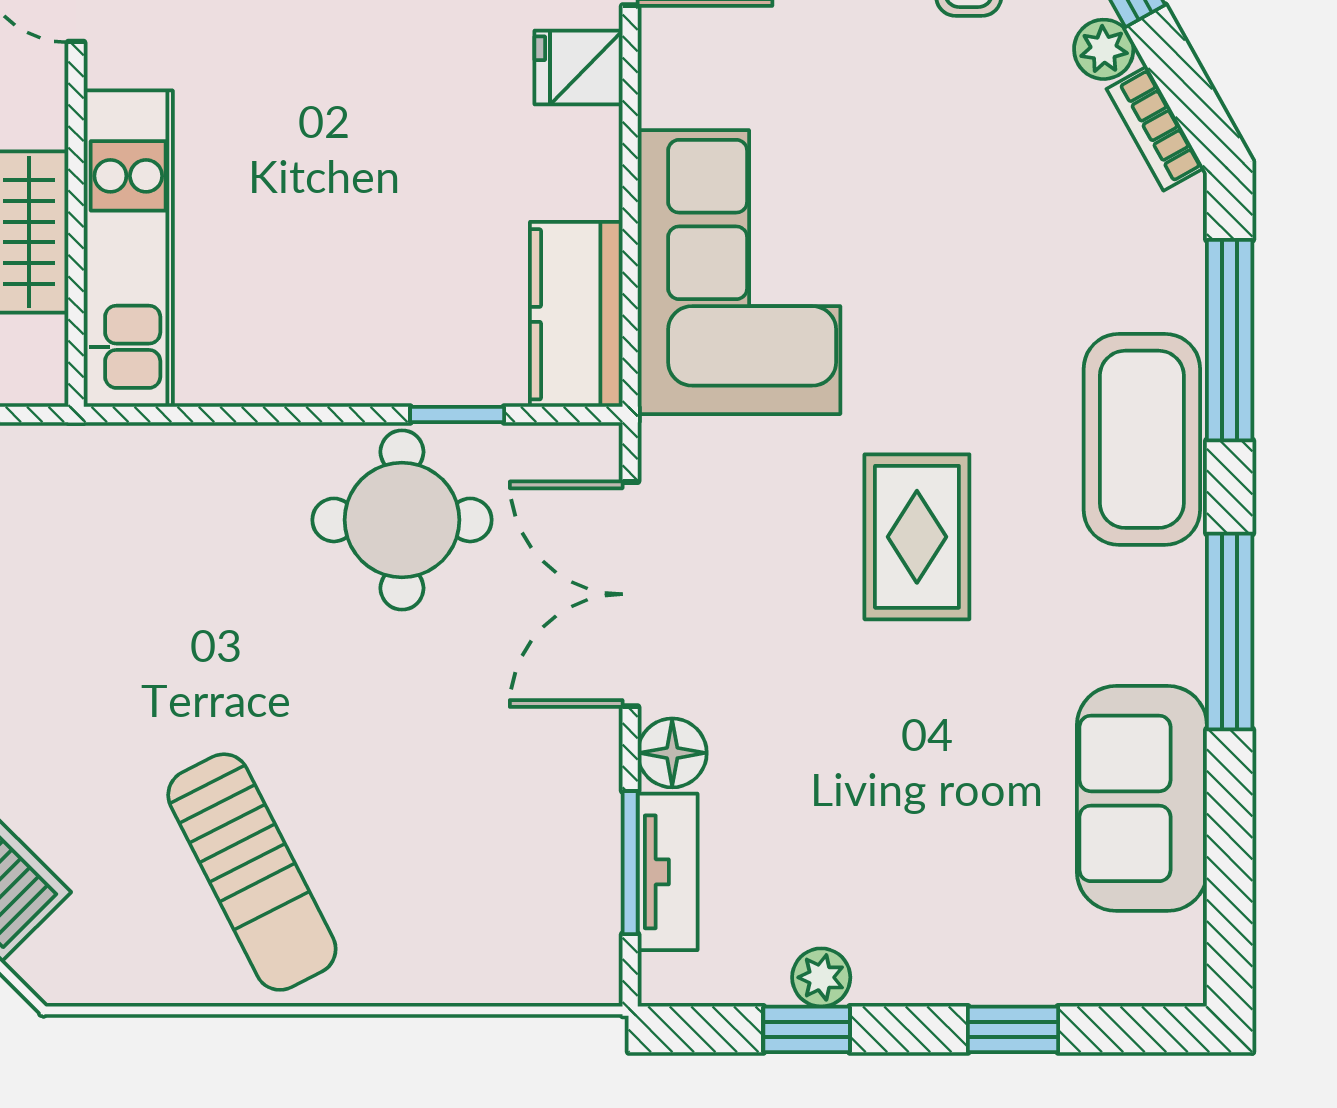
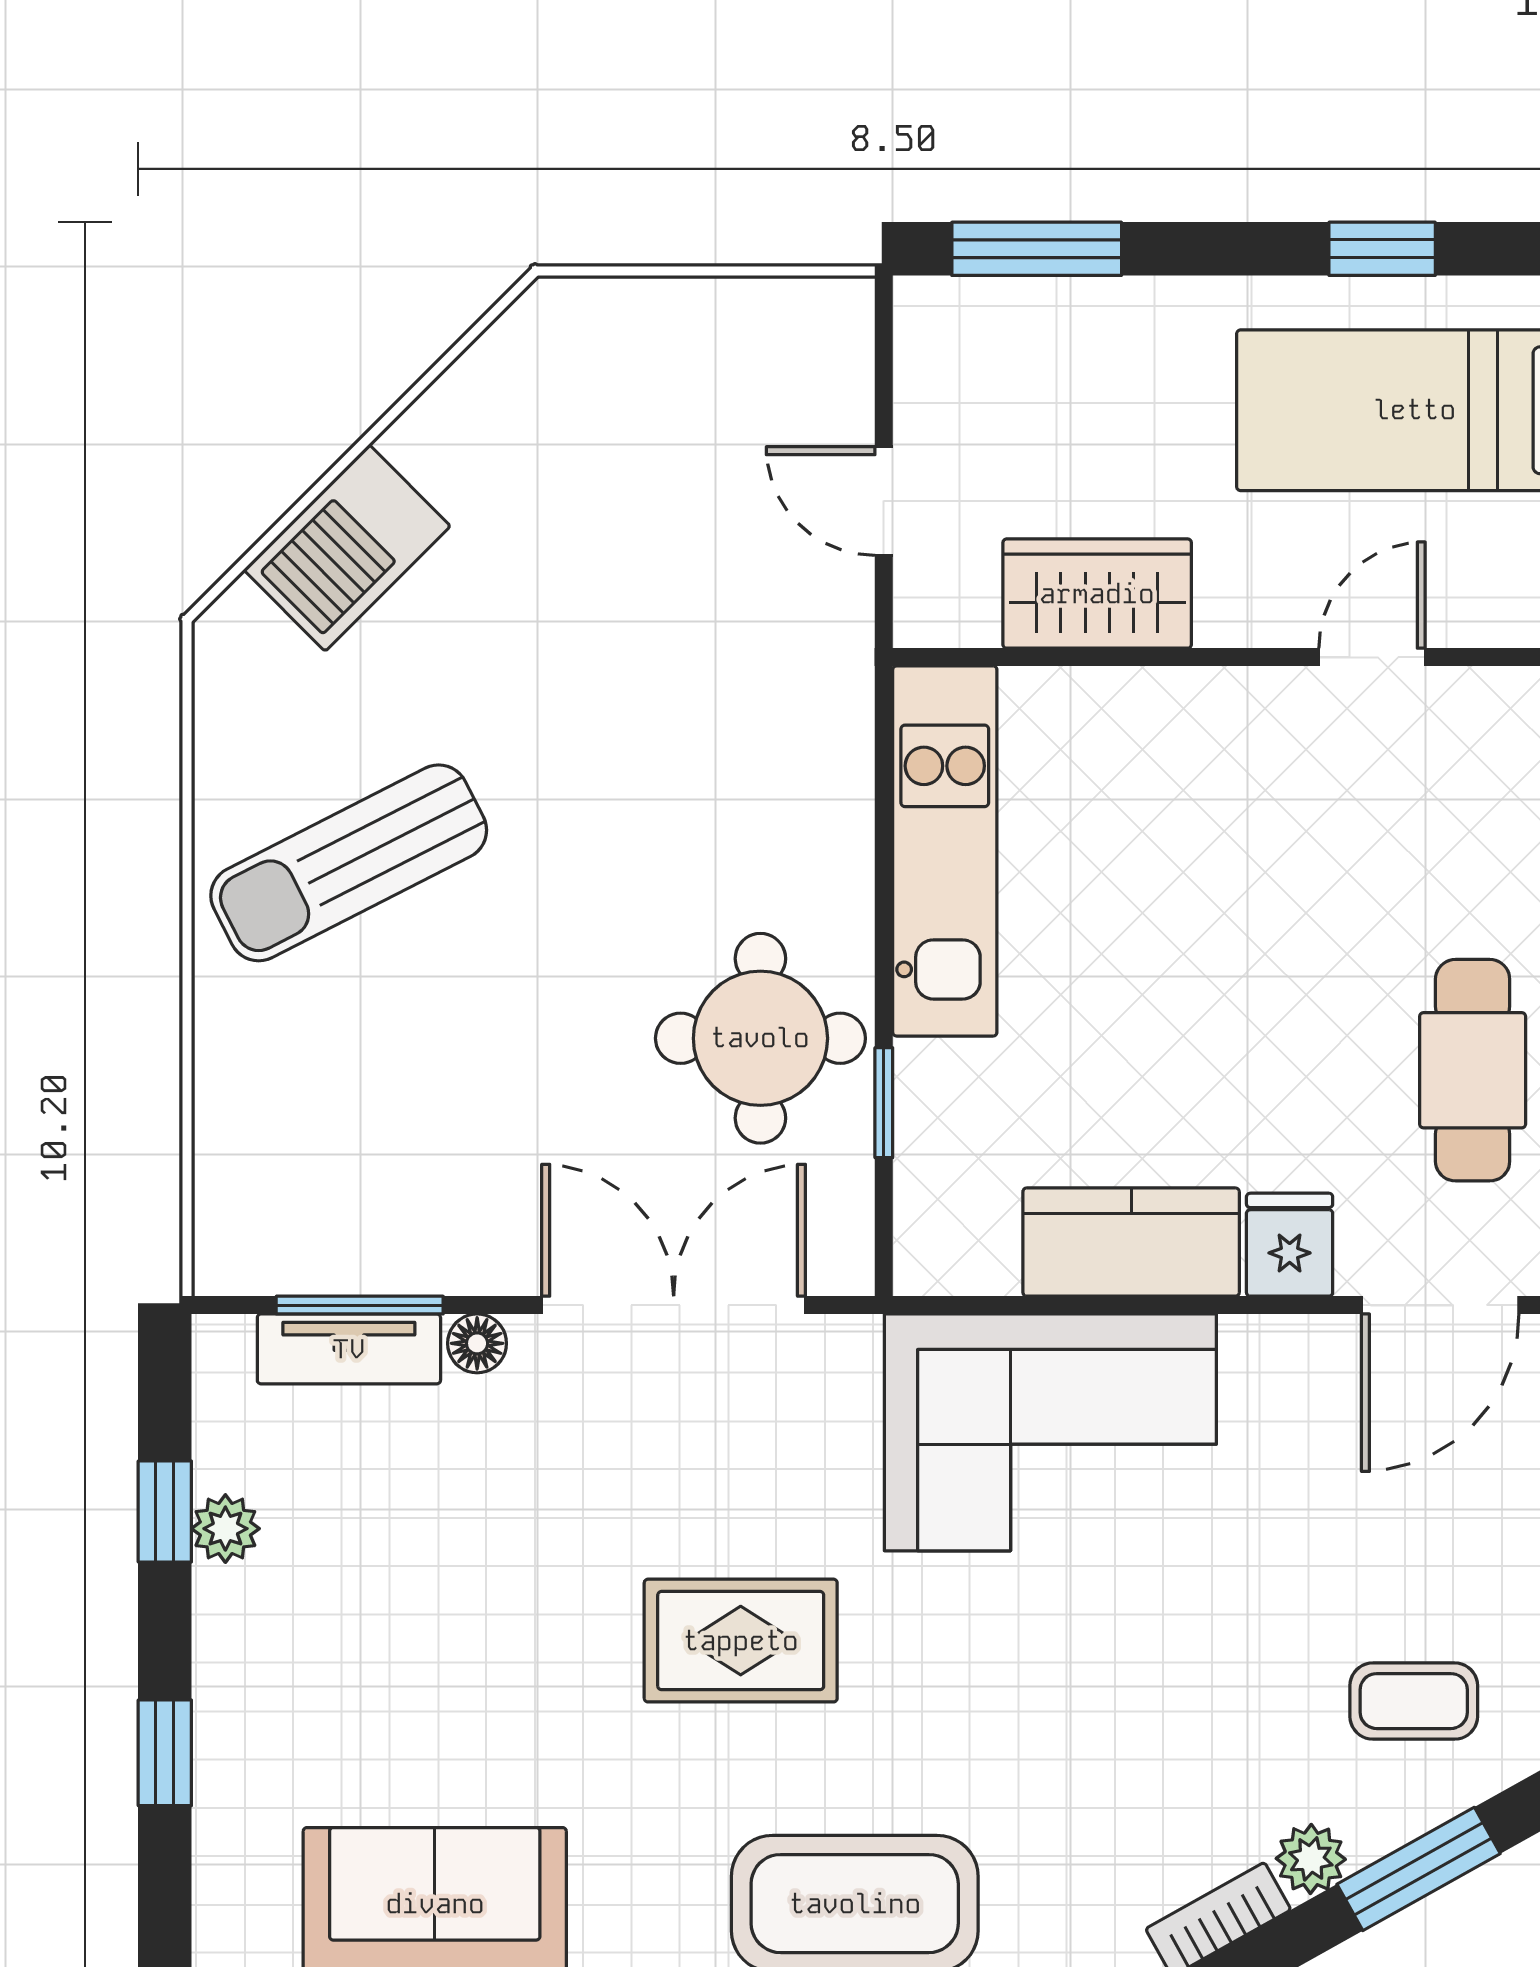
kitchen unit: (128, 249) -> (945, 851), moved, turned -90
kitchen counter: (576, 314) -> (1131, 1242), moved
floor lamp: (672, 753) -> (477, 1343), width x0.73, depth x0.73

